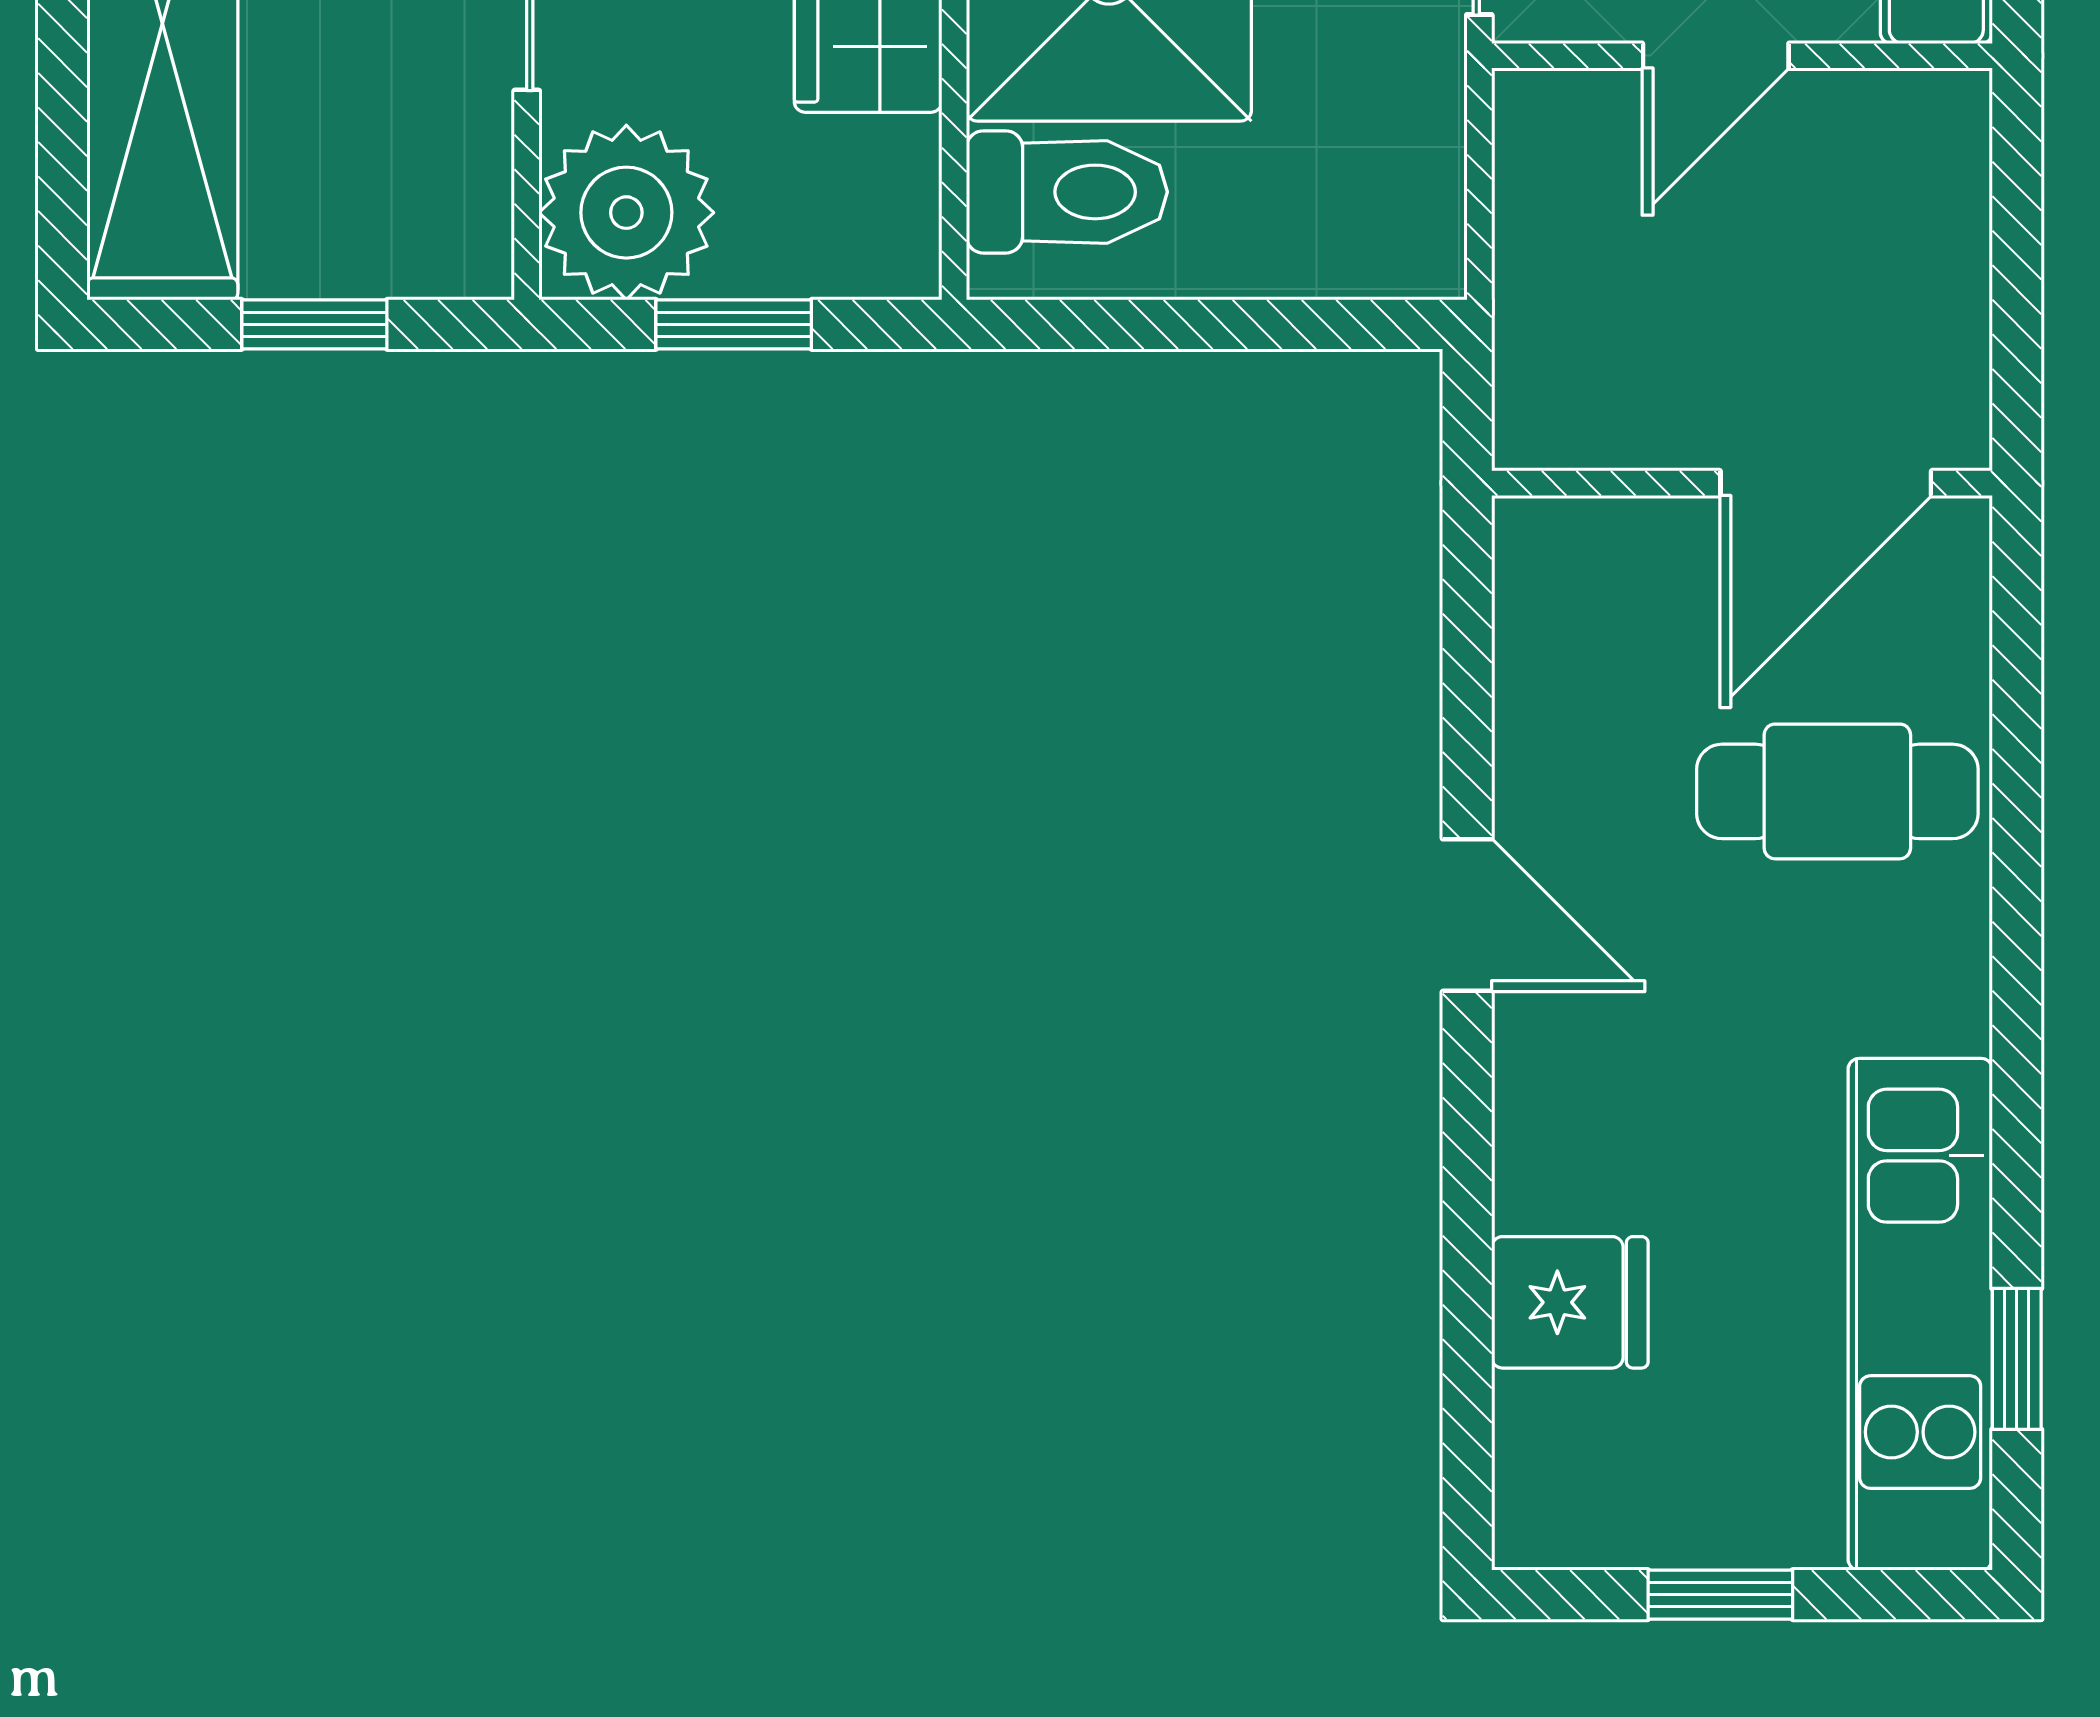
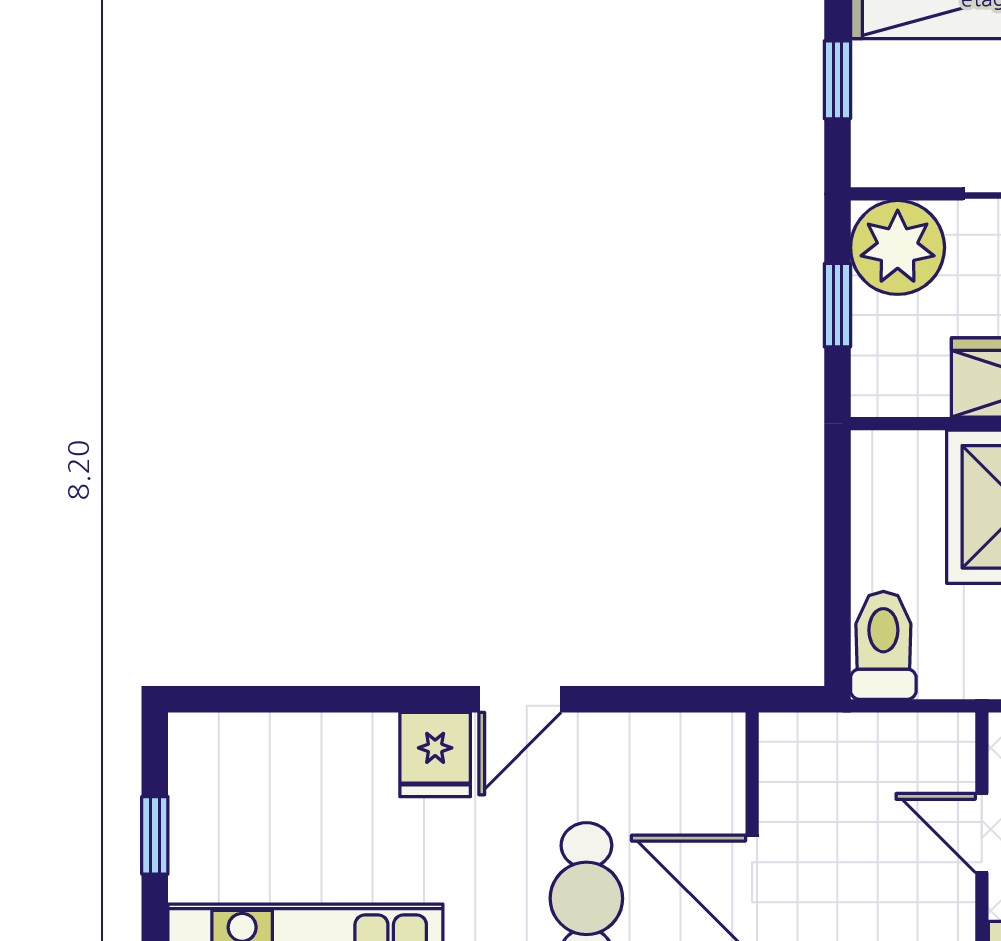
toilet: (1067, 192) -> (883, 645), moved, turned 180
fridge: (1570, 1302) -> (435, 755), moved

